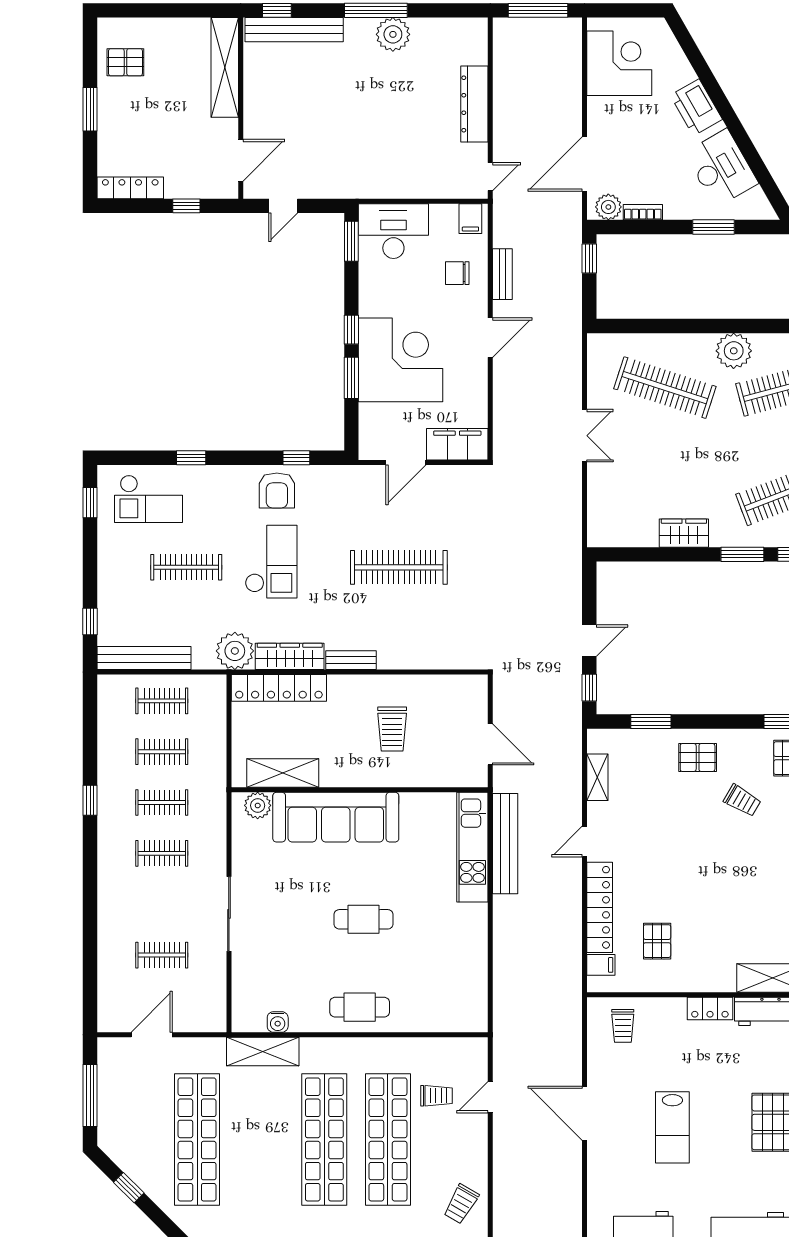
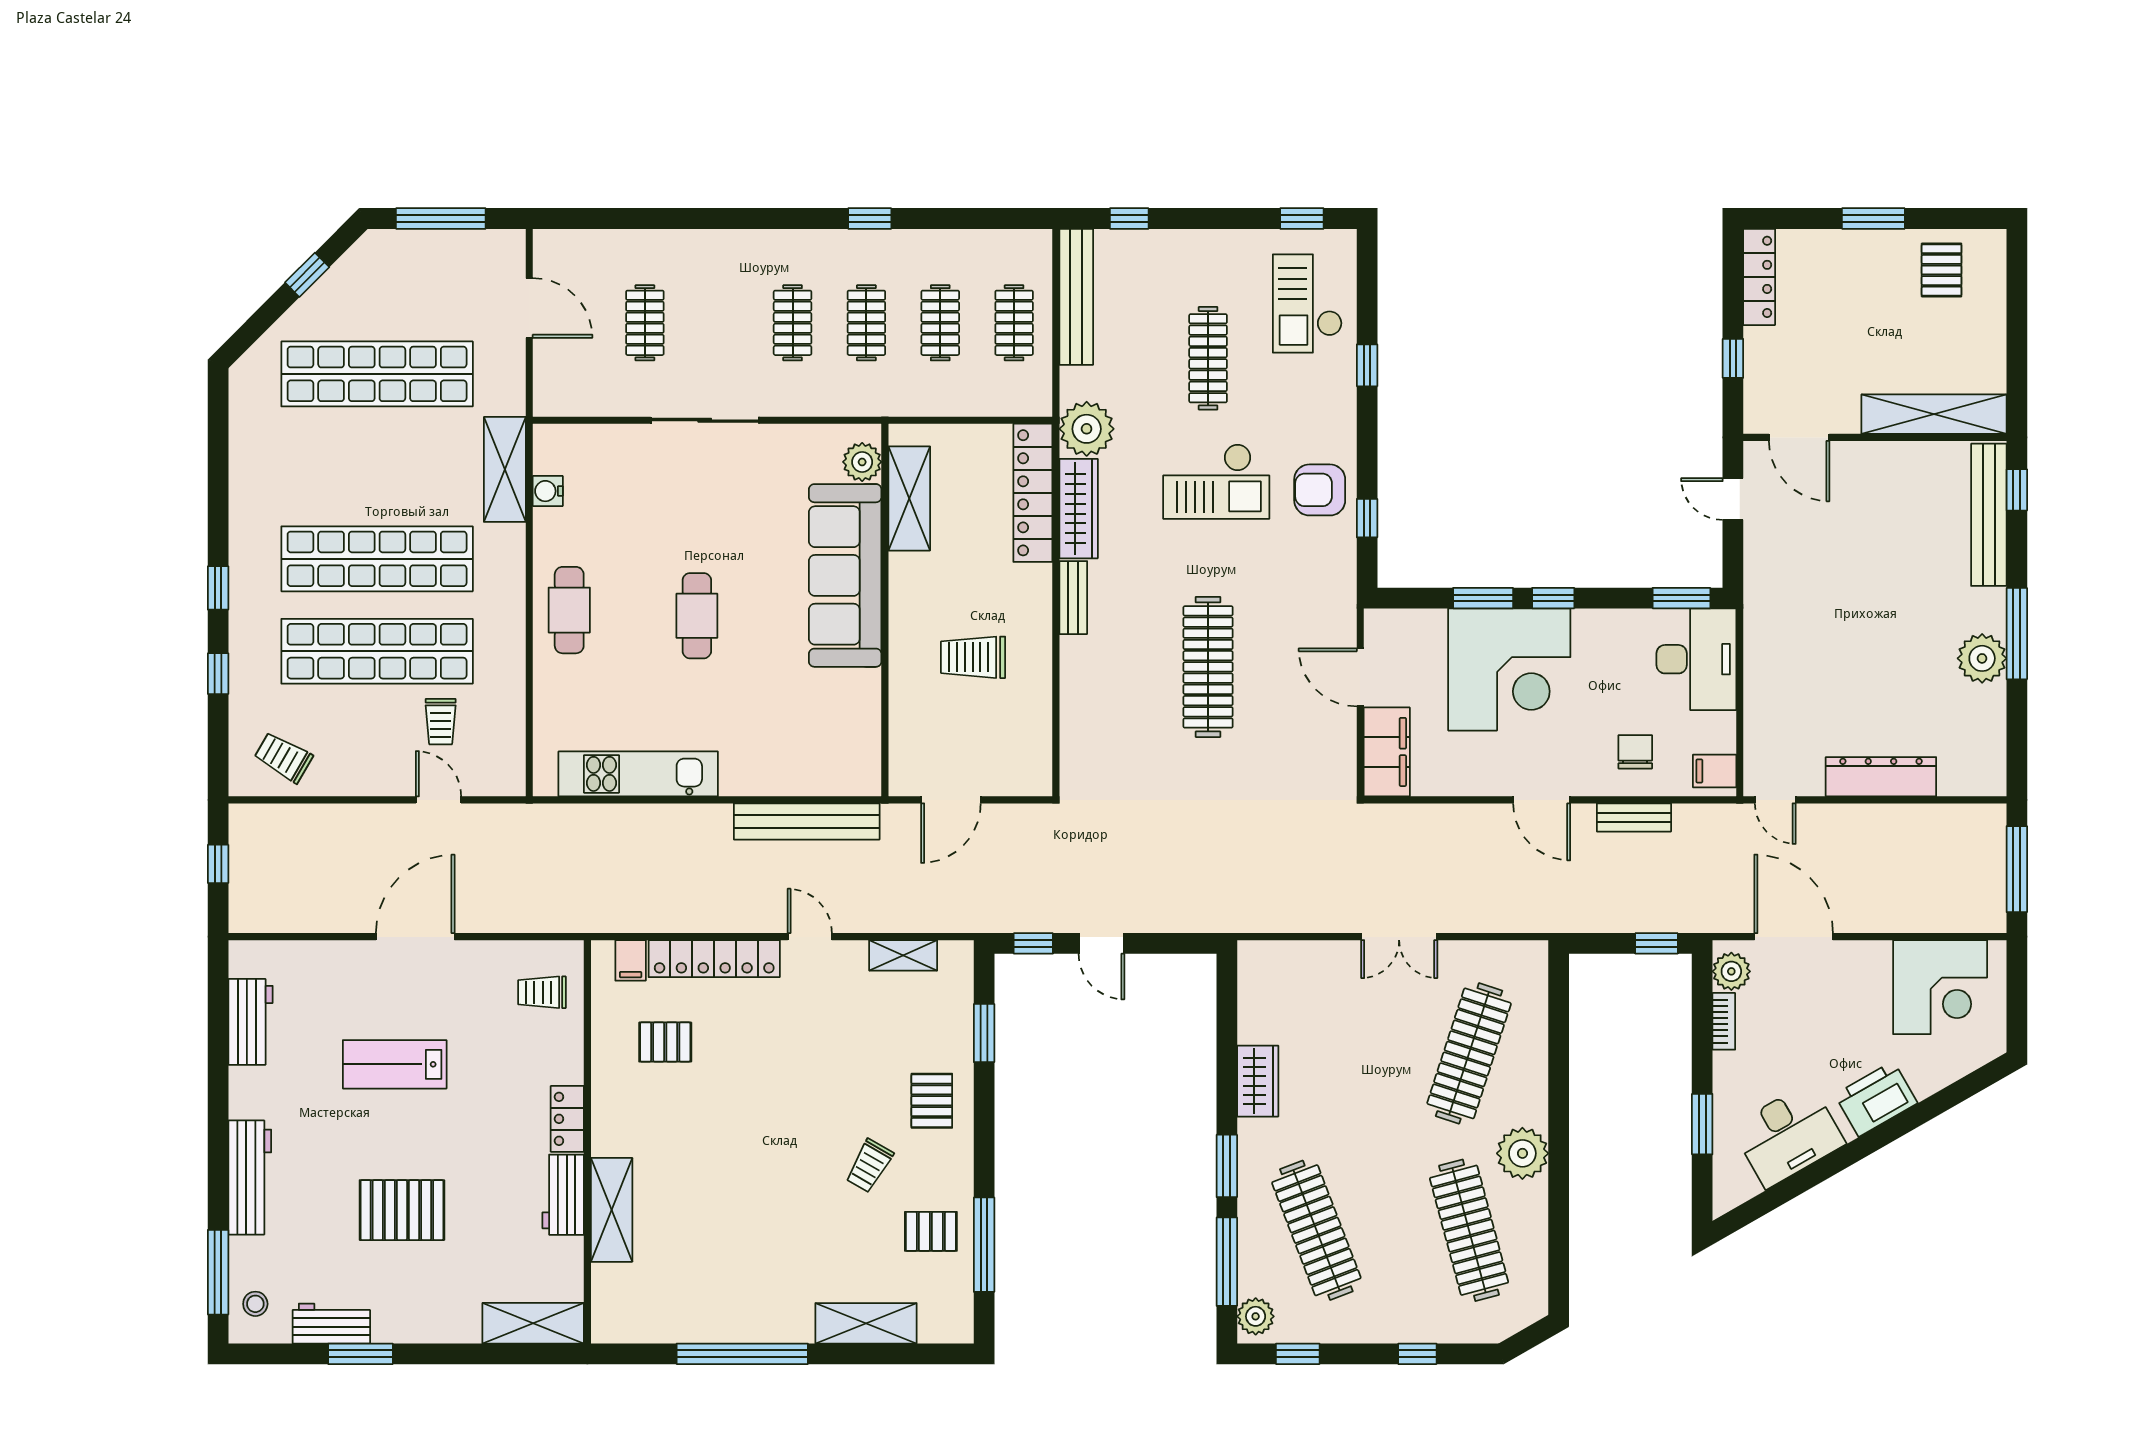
kitchen unit: (472, 847) -> (638, 774), moved

